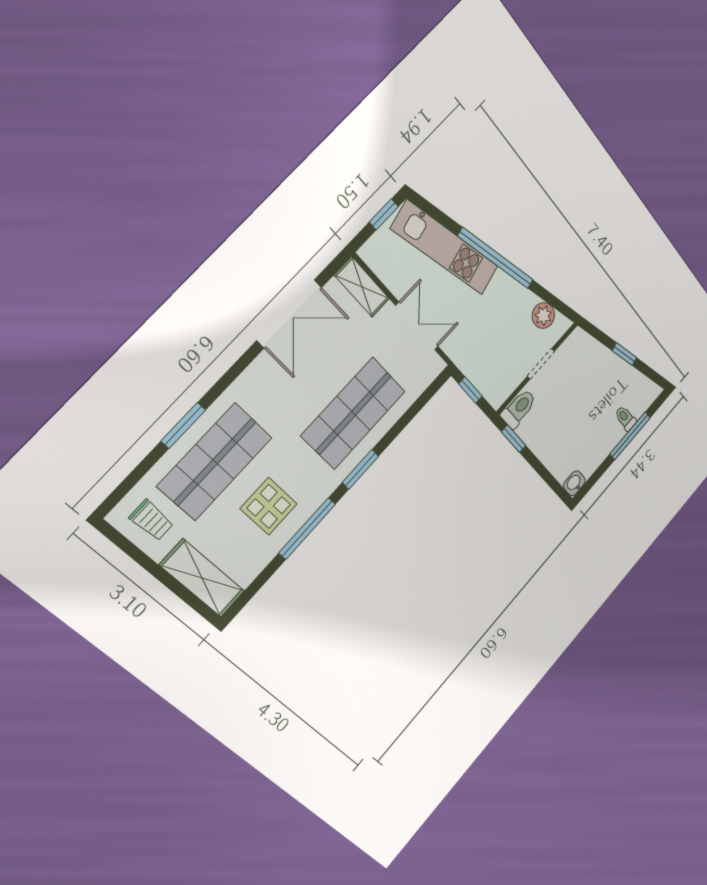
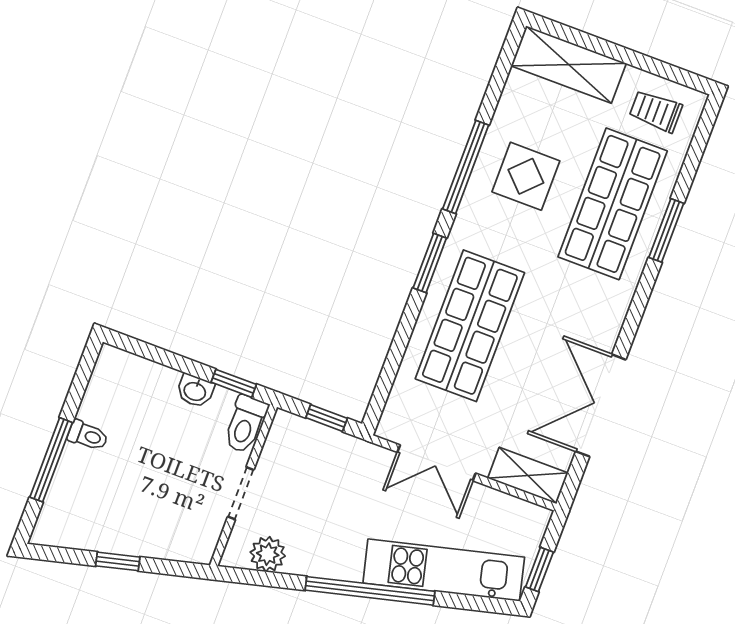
toilet: (626, 418) -> (88, 436), moved
washbasin: (574, 483) -> (195, 391), moved, turned 90

